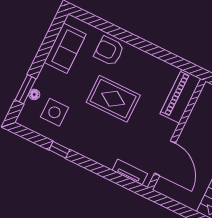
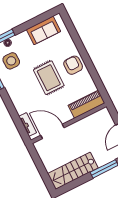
armchair: (109, 51) -> (73, 65), moved
door: (165, 158) -> (52, 131), swing flipped

